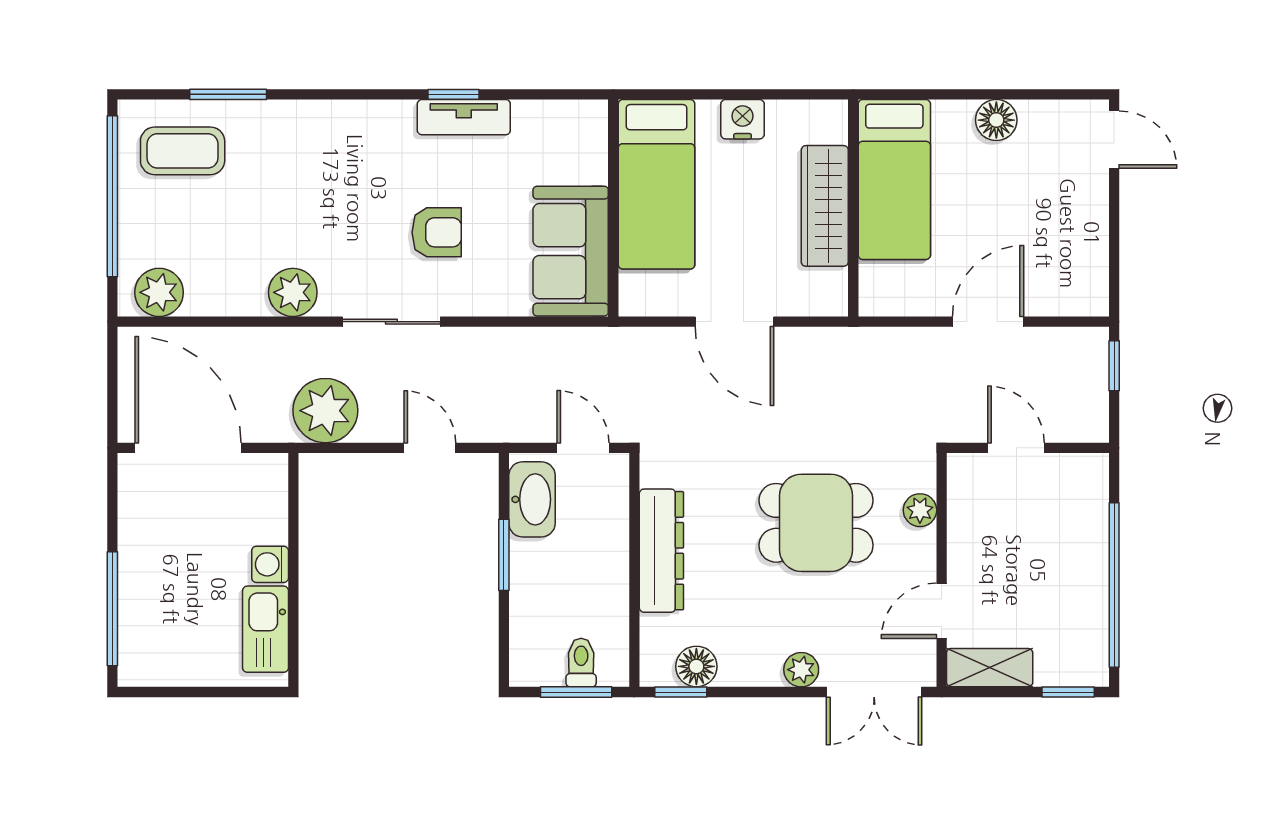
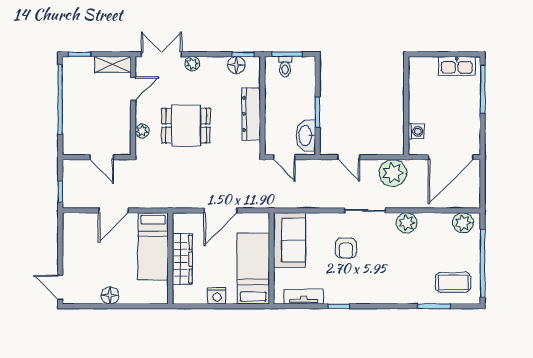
tv unit: (464, 117) -> (304, 297), moved
bed: (894, 179) -> (153, 246), moved, turned 180
armchair: (437, 232) -> (346, 248), turned -90
door: (734, 322) -> (220, 210), swing flipped
door: (188, 448) -> (451, 157), hinge flipped
washing machine: (270, 564) -> (416, 131), moved
kitchen sink: (266, 629) -> (457, 66), moved, turned 90

